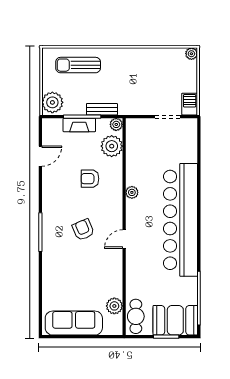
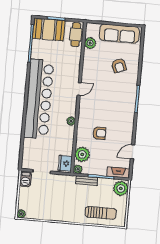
fireplace: (79, 125) -> (118, 172), moved
fridge: (135, 131) -> (65, 163), added
armchair: (83, 230) -> (119, 66), moved

